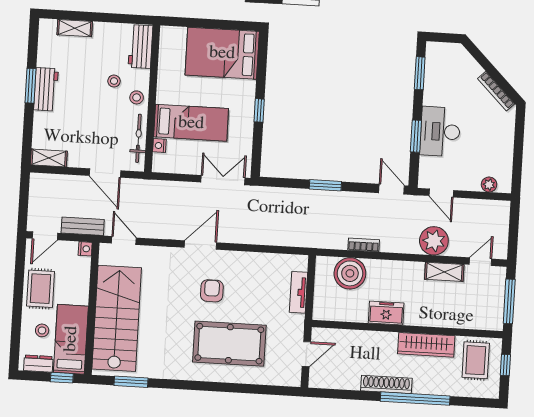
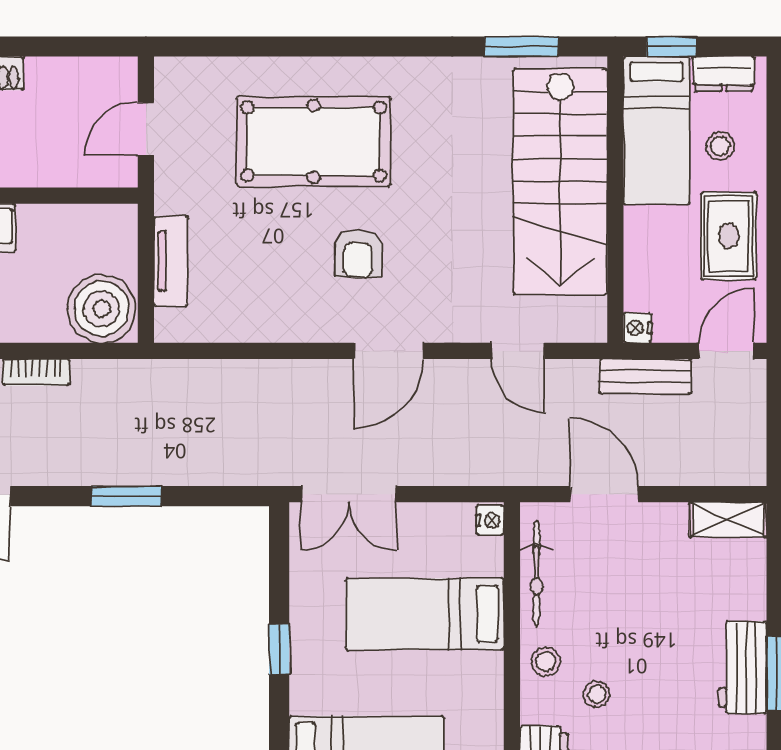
nightstand: (159, 146) -> (490, 520), moved
door: (124, 240) -> (518, 351), moved
boiler: (350, 273) -> (102, 309), moved

